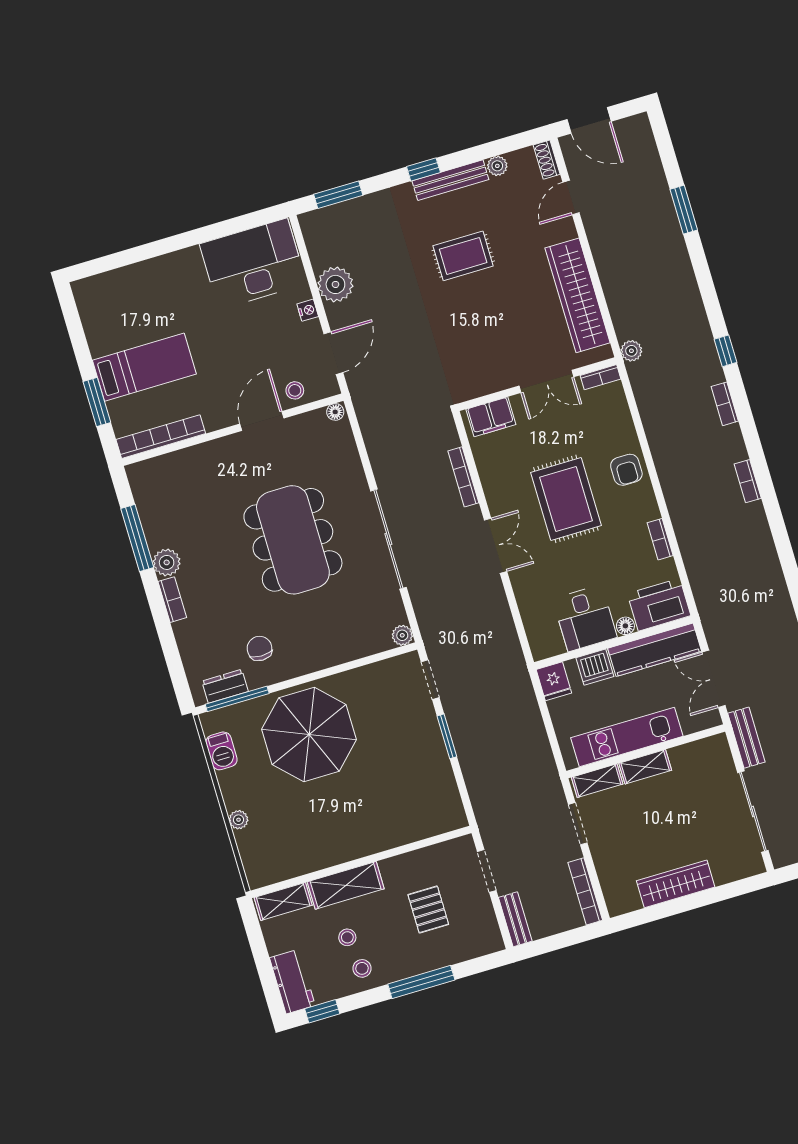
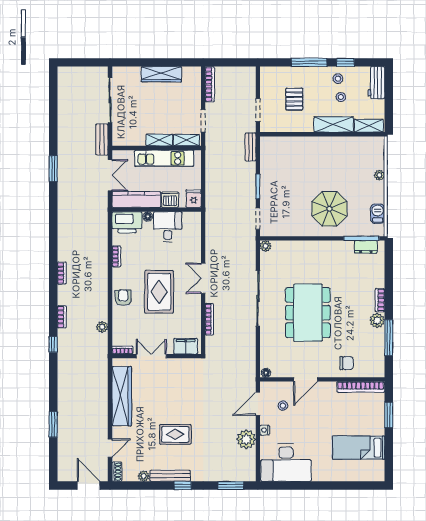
plant: (631, 351) -> (102, 327), moved
bed: (144, 367) -> (359, 448), moved
stool: (295, 390) -> (283, 406), moved
chair: (259, 648) -> (347, 363), moved, turned -91
parasol: (309, 734) -> (329, 209), width x0.73, depth x0.73
bench: (515, 919) -> (250, 147), moved
window: (322, 1011) -> (345, 62), moved

